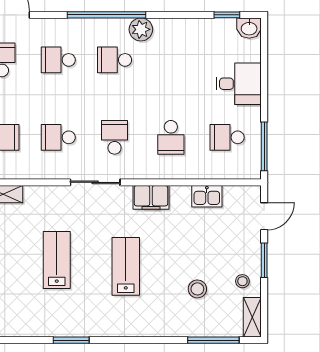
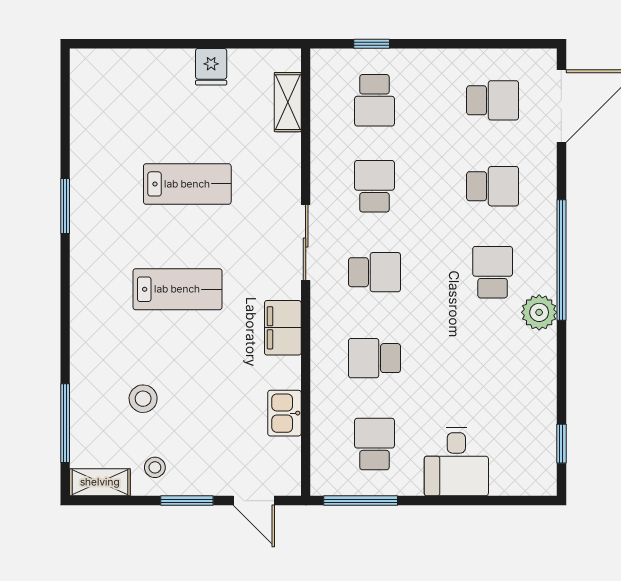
washbasin: (249, 28) -> (541, 478), removed
school desk: (58, 60) -> (493, 186), turned 90

